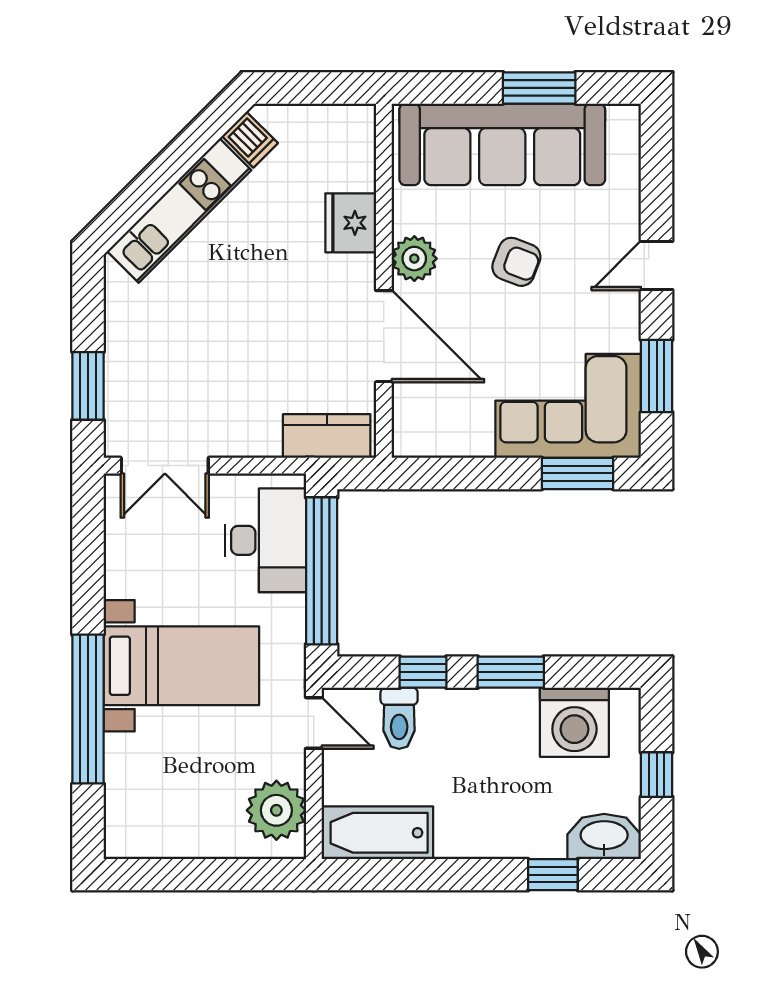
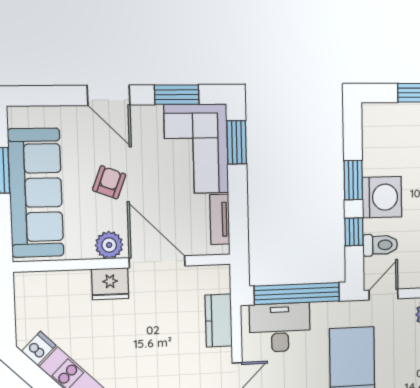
fridge: (351, 223) -> (110, 284), moved
door: (657, 266) -> (109, 95), width x1.38
door: (384, 336) -> (157, 262), hinge flipped
kitchen counter: (327, 436) -> (219, 320), moved
tv unit: (451, 442) -> (220, 219), added
washing machine: (574, 722) -> (382, 197), moved

